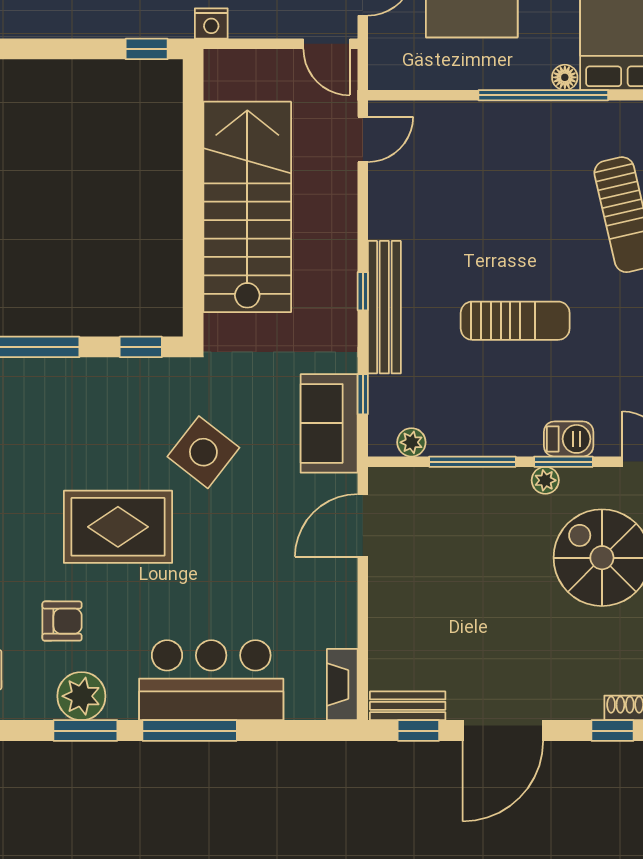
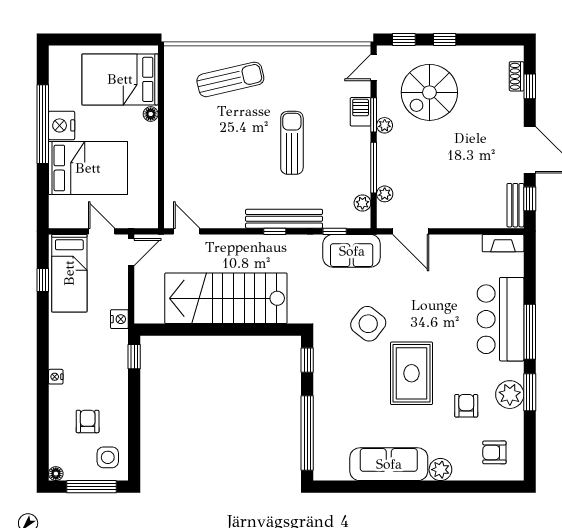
window: (543, 95) -> (161, 126), removed
plant: (427, 481) -> (385, 194), added

